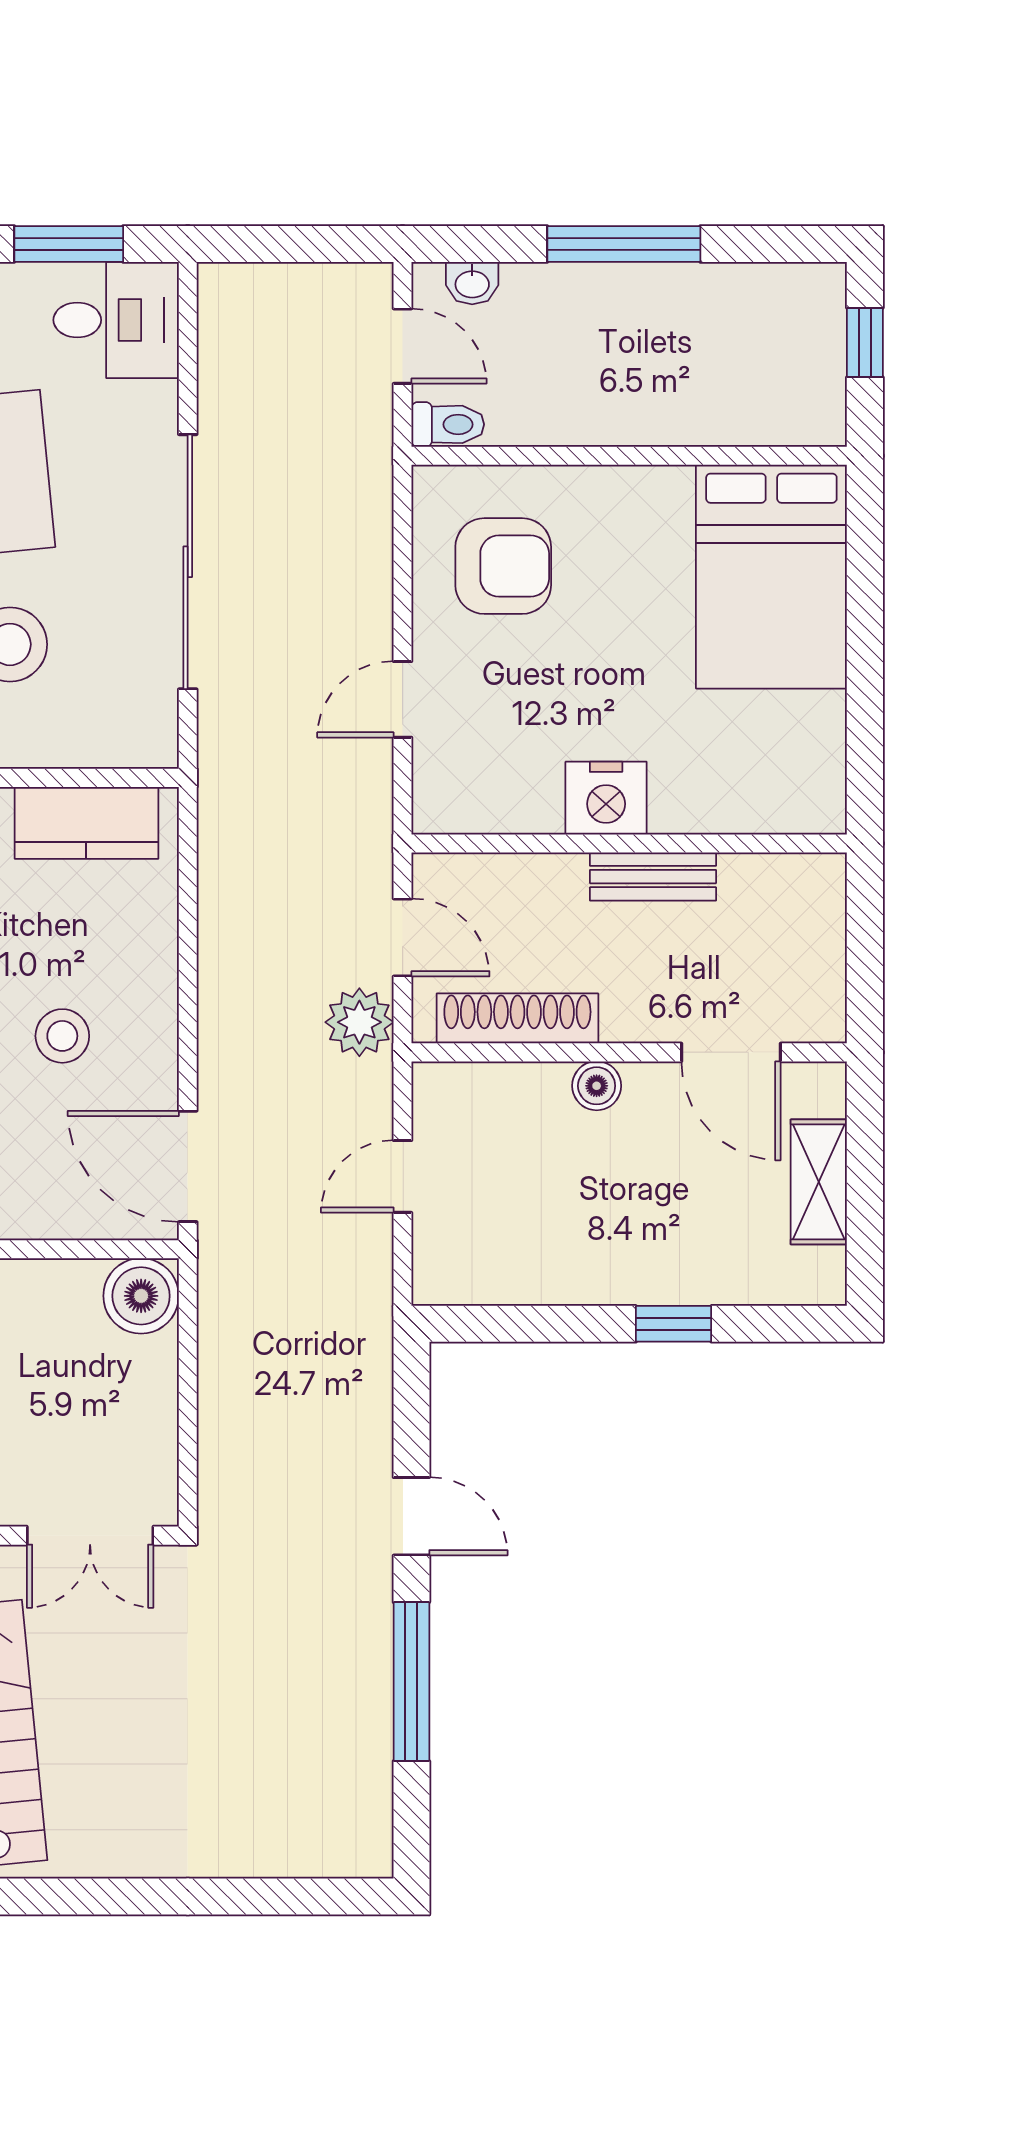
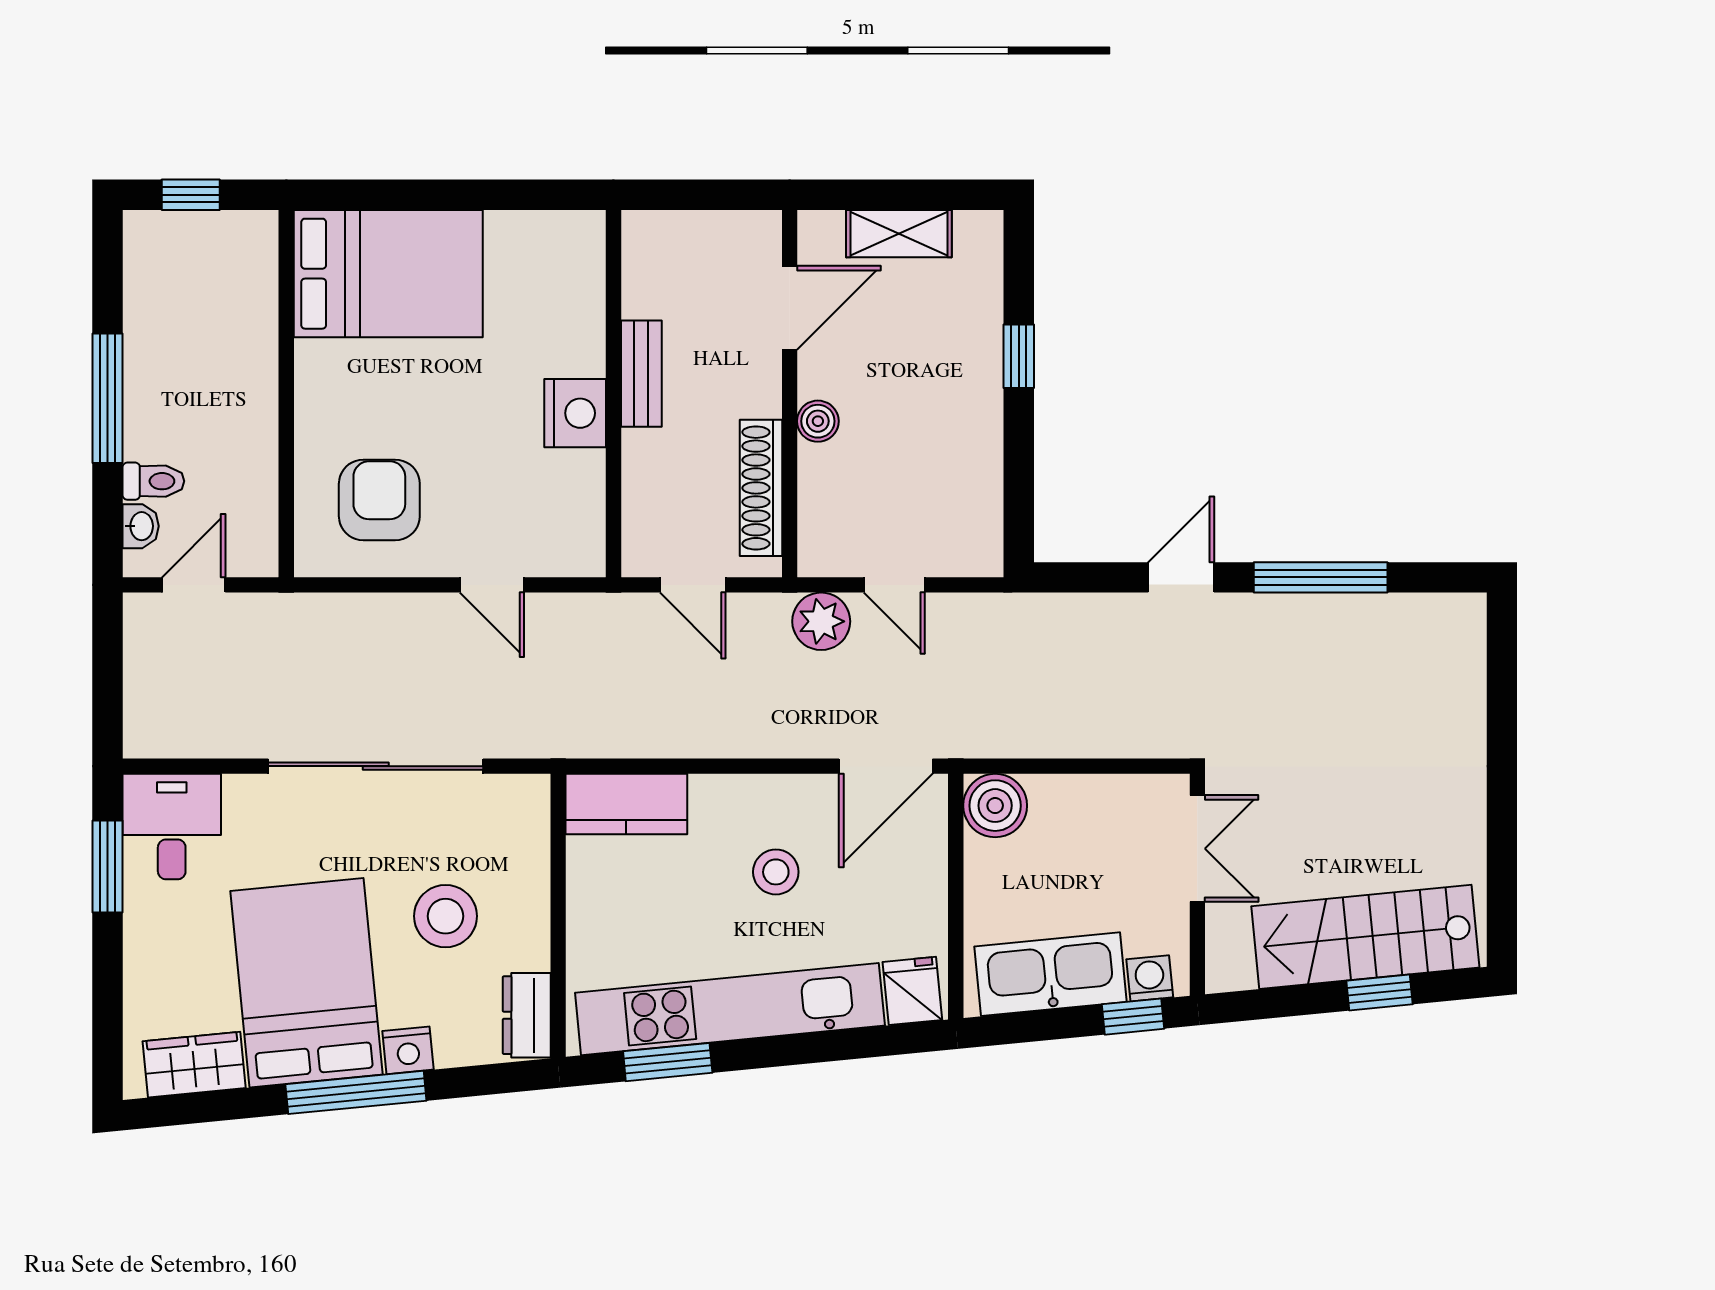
toilet: (448, 424) -> (153, 481), moved, turned 90
kitchen counter: (86, 823) -> (626, 804), moved, turned 90
door: (403, 937) -> (693, 585), swing flipped
plant: (359, 1022) -> (821, 621), moved

